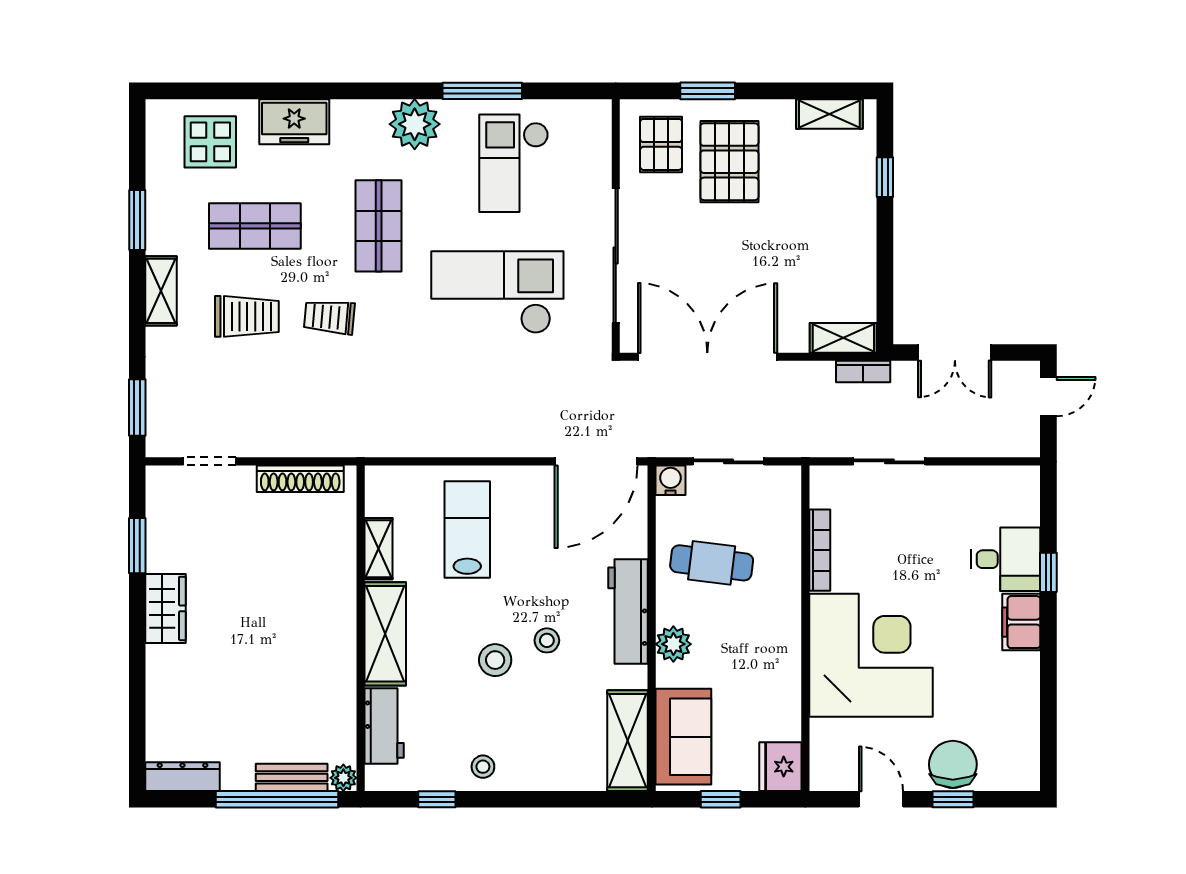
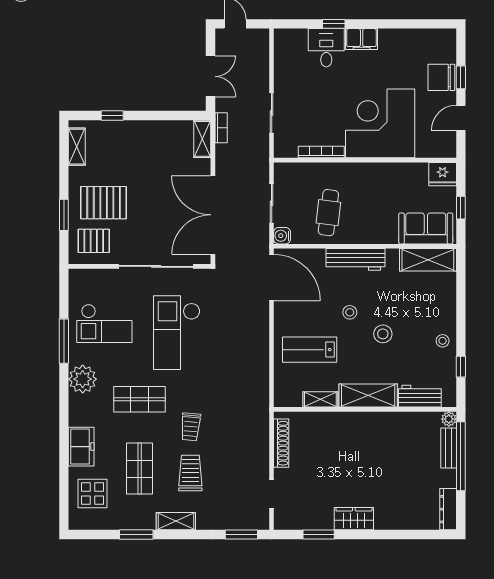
stool: (547, 640) -> (350, 312), moved
plant: (673, 644) -> (374, 234), removed

